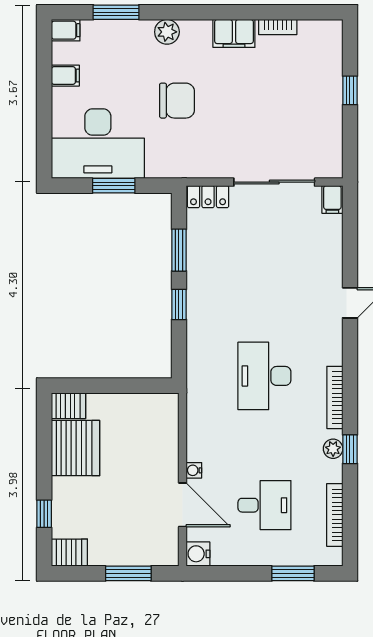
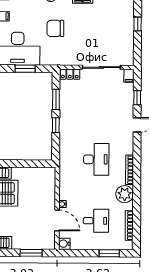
chair: (177, 101) -> (55, 28), turned 180
desk: (264, 376) -> (96, 159), turned 180
plant: (333, 449) -> (125, 194), width x1.88, depth x1.88
window: (350, 449) -> (137, 98), moved

